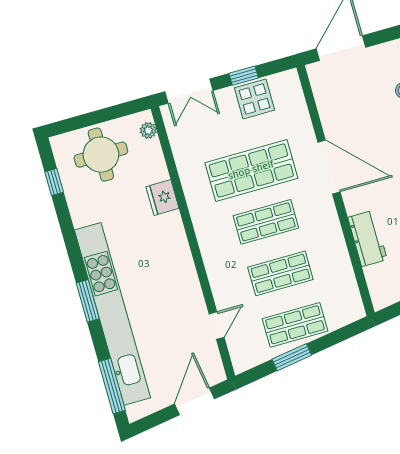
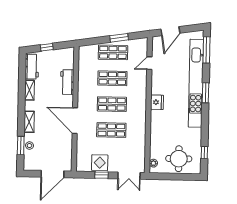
double door: (189, 91) -> (129, 176), swing flipped
shop shelf: (251, 170) -> (111, 130), width x0.70, depth x0.74
fridge: (162, 197) -> (157, 102), moved

